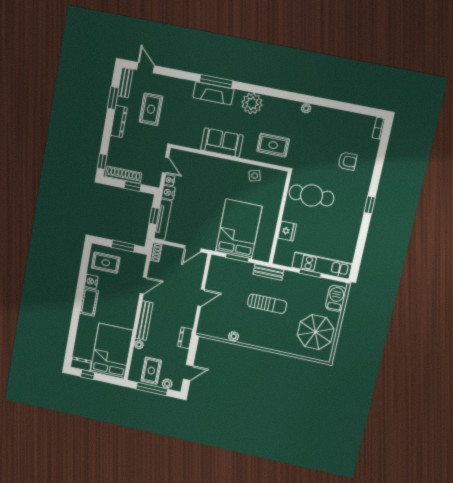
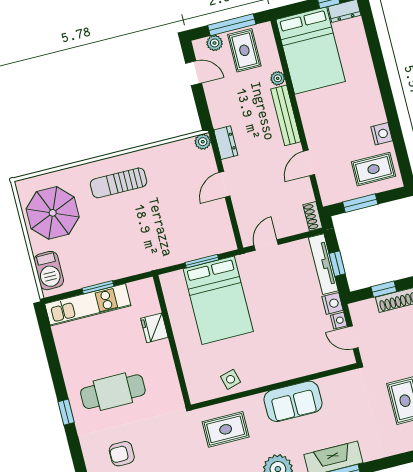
cafe table: (312, 195) -> (113, 392), moved
bench: (268, 272) -> (152, 262), removed
cot: (89, 302) -> (372, 104), removed
sun lounger: (267, 304) -> (118, 183), moved
plant: (234, 336) -> (203, 142), moved
dresser: (185, 338) -> (226, 143), moved
door: (188, 372) -> (194, 73), swing flipped

